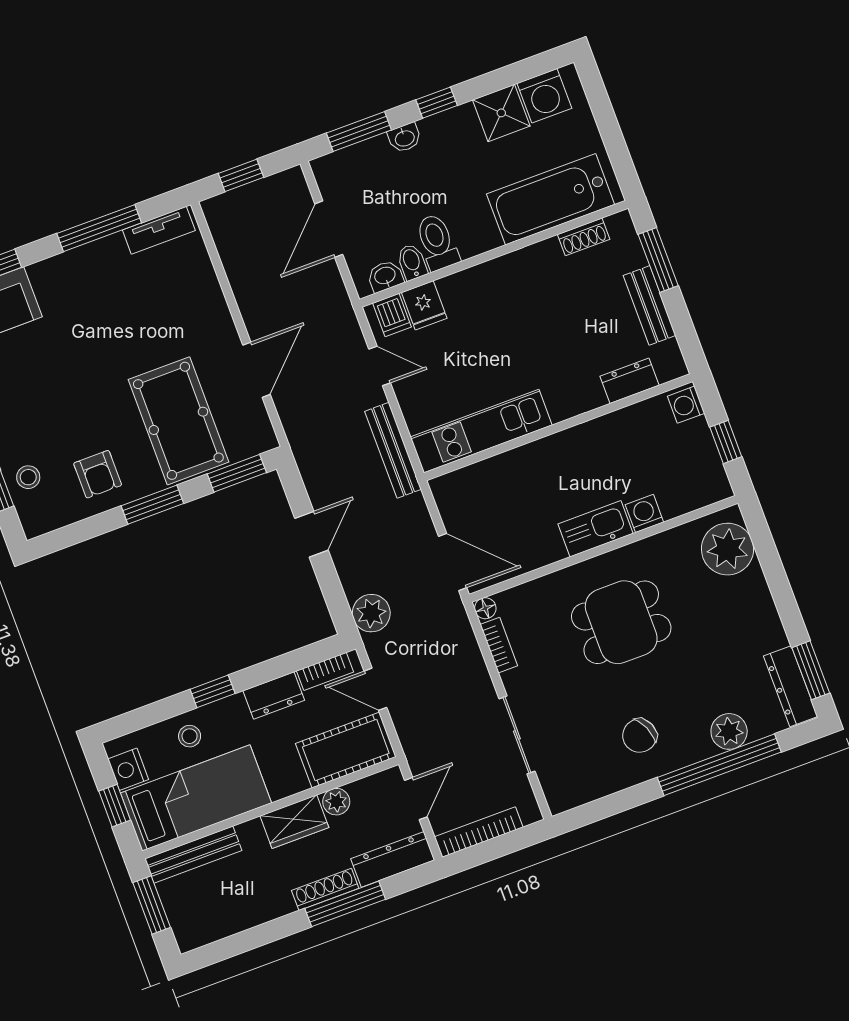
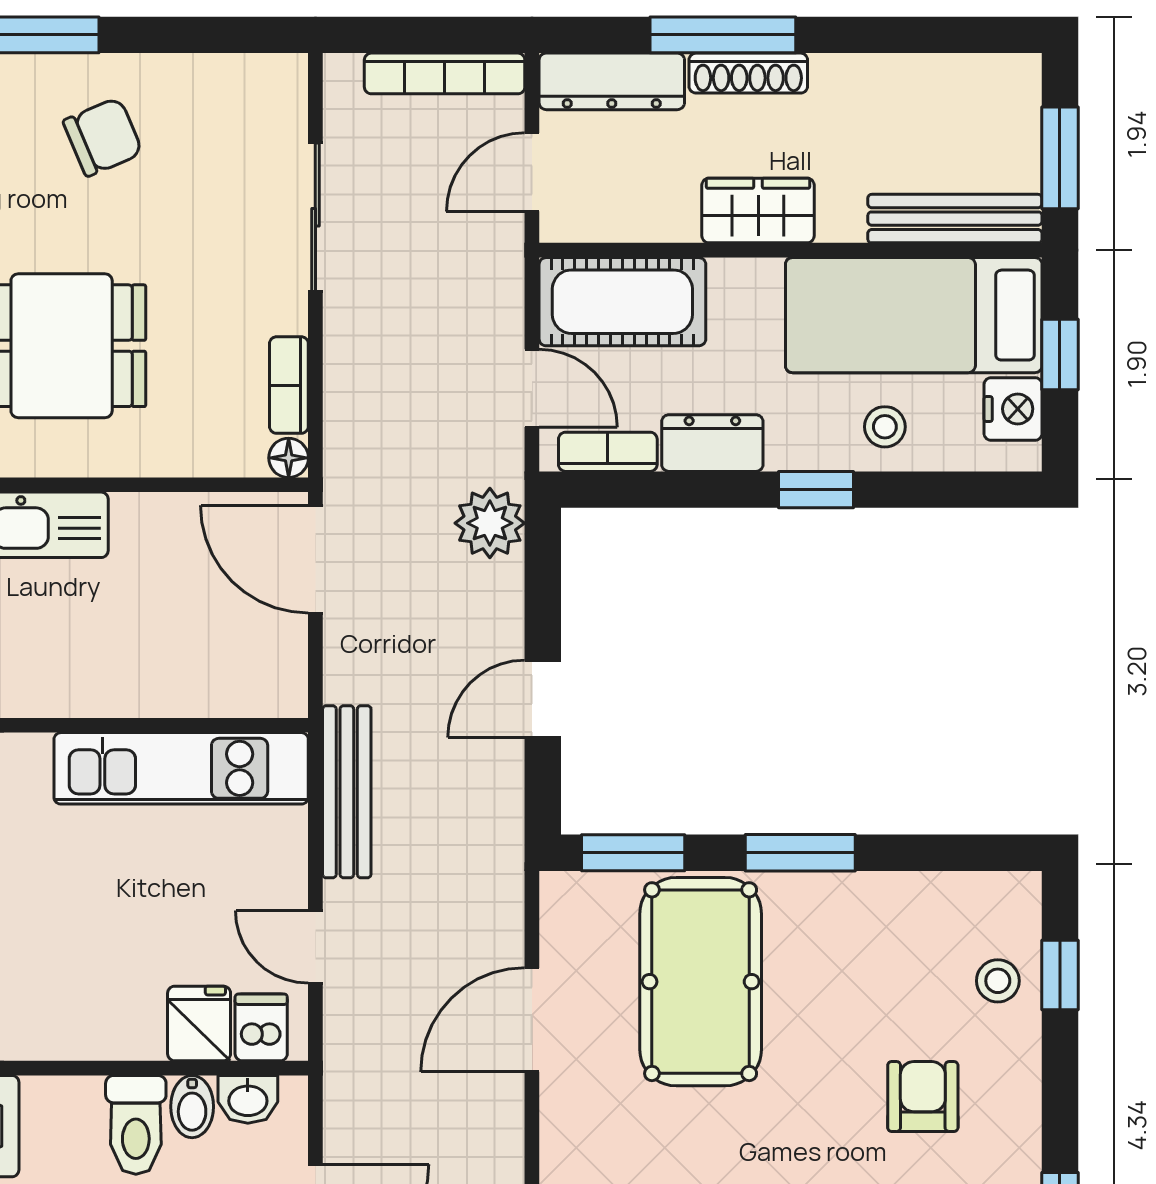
armchair: (98, 474) -> (923, 1096), moved
plant: (336, 802) -> (672, 218), removed

